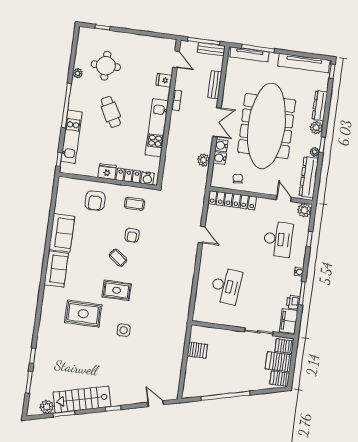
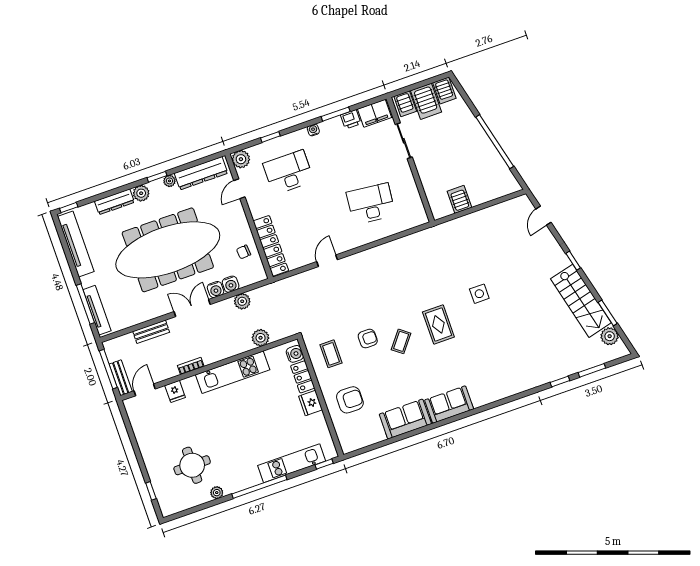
bench: (211, 49) -> (121, 378), moved
cafe table: (111, 112) -> (241, 433), removed
plant: (171, 160) -> (261, 338), added
rug: (83, 314) -> (484, 349), removed

